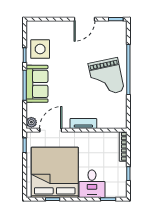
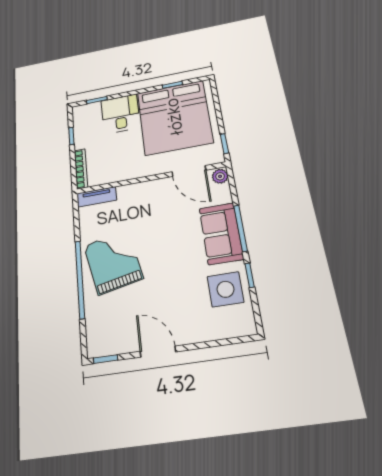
door: (85, 19) -> (158, 352), hinge flipped
tv unit: (83, 124) -> (97, 197), moved
door: (51, 130) -> (189, 171), hinge flipped

